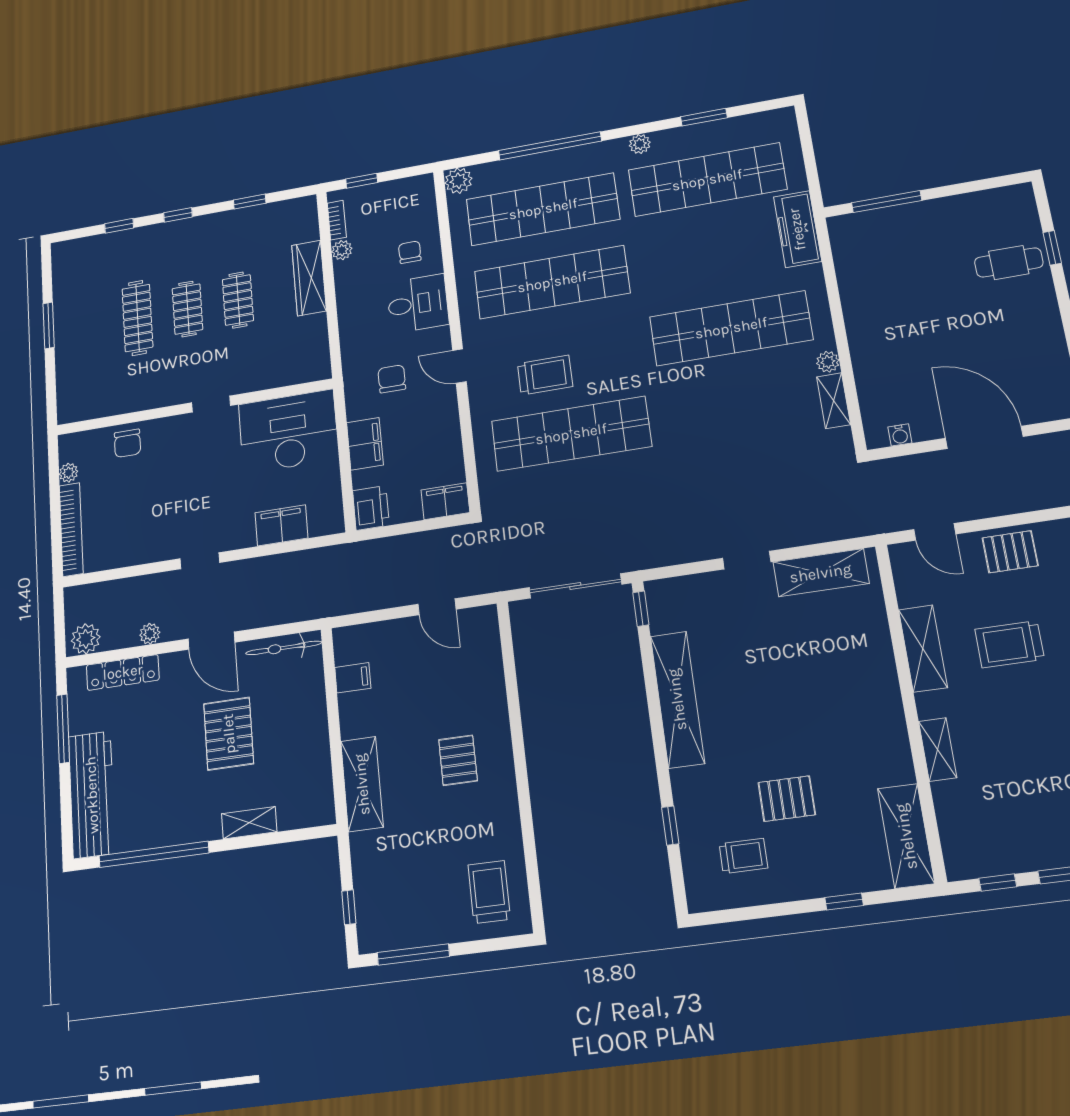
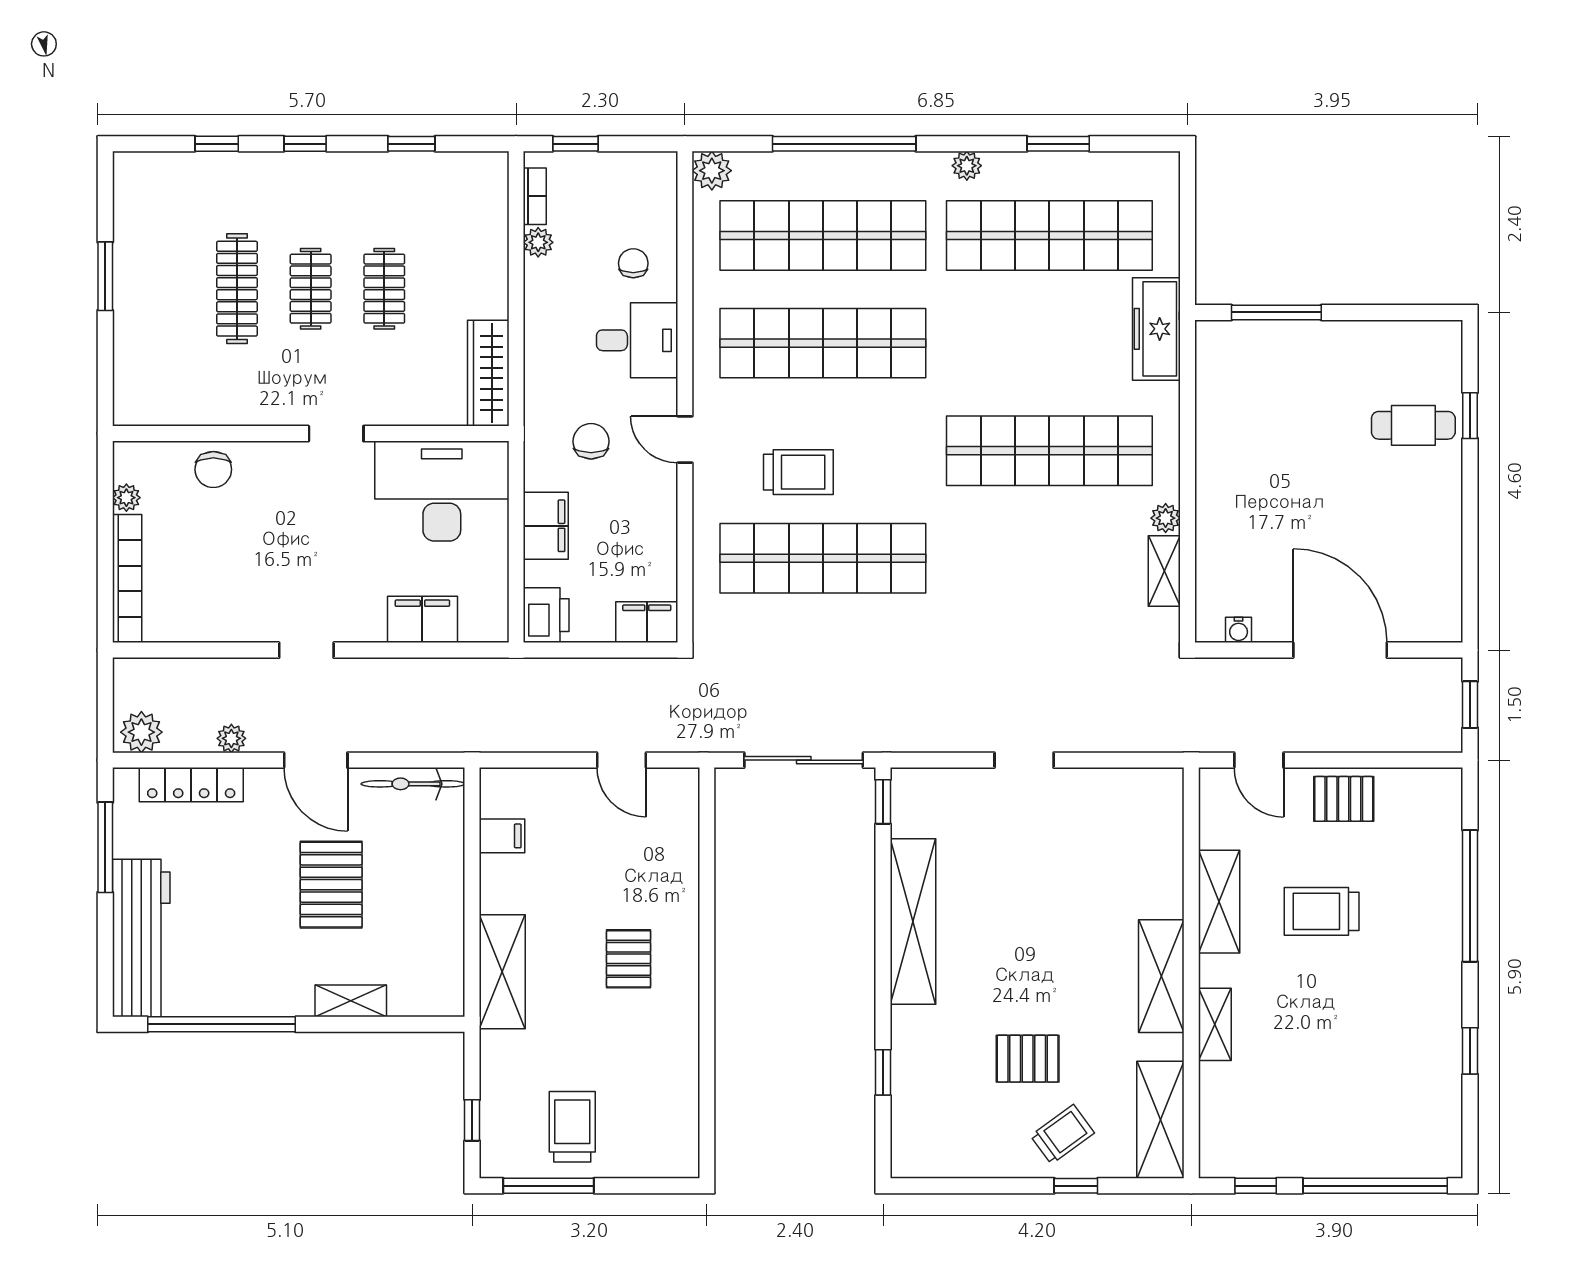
wardrobe: (309, 278) -> (488, 373), moved
shelving: (821, 573) -> (1161, 976), moved, turned 90
trolley: (743, 856) -> (1062, 1134), moved, turned -36
trolley: (489, 892) -> (572, 1127), moved

